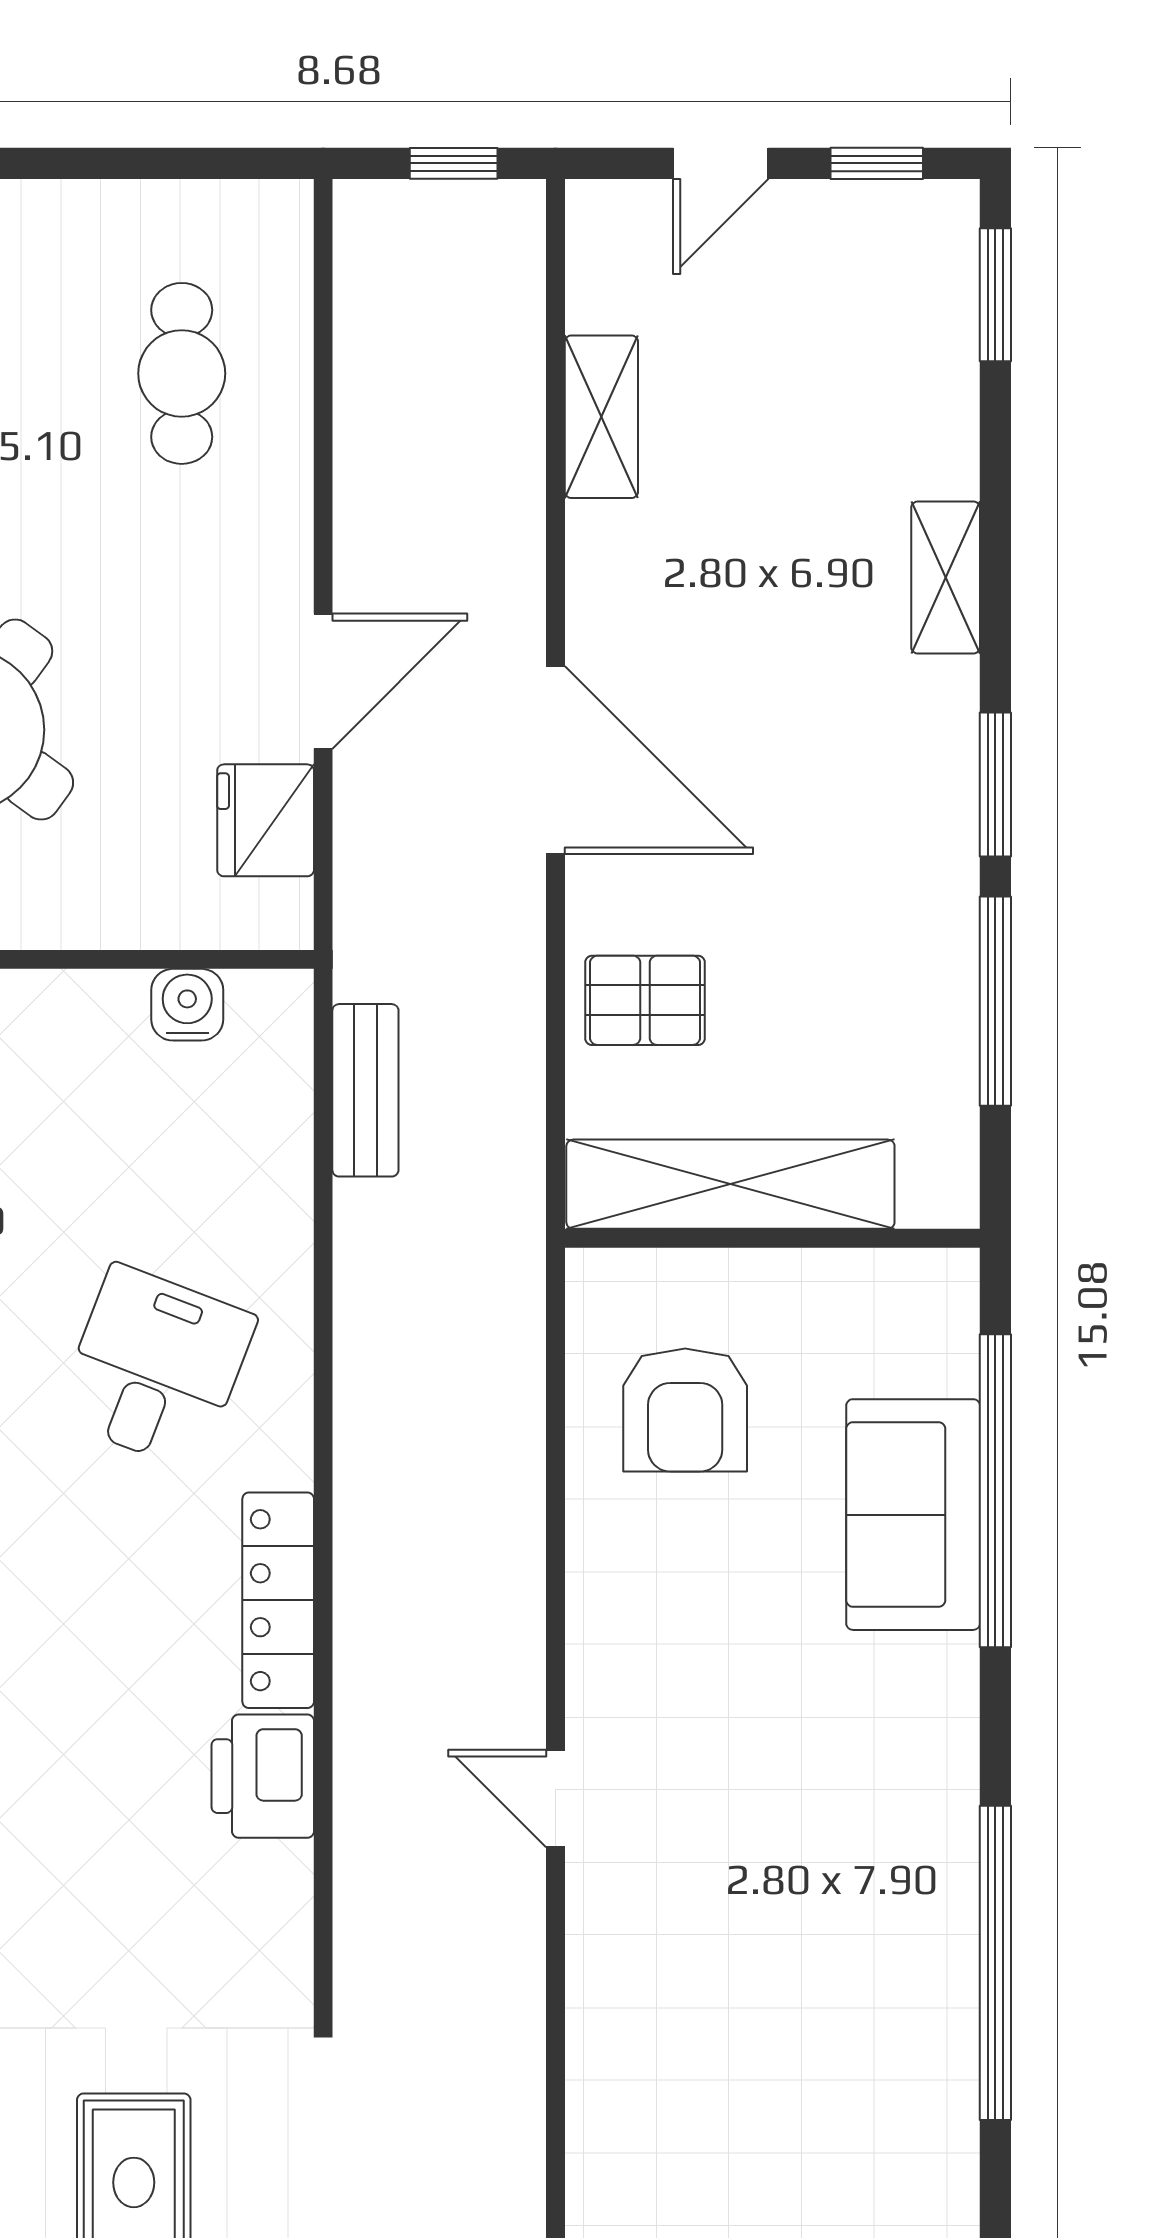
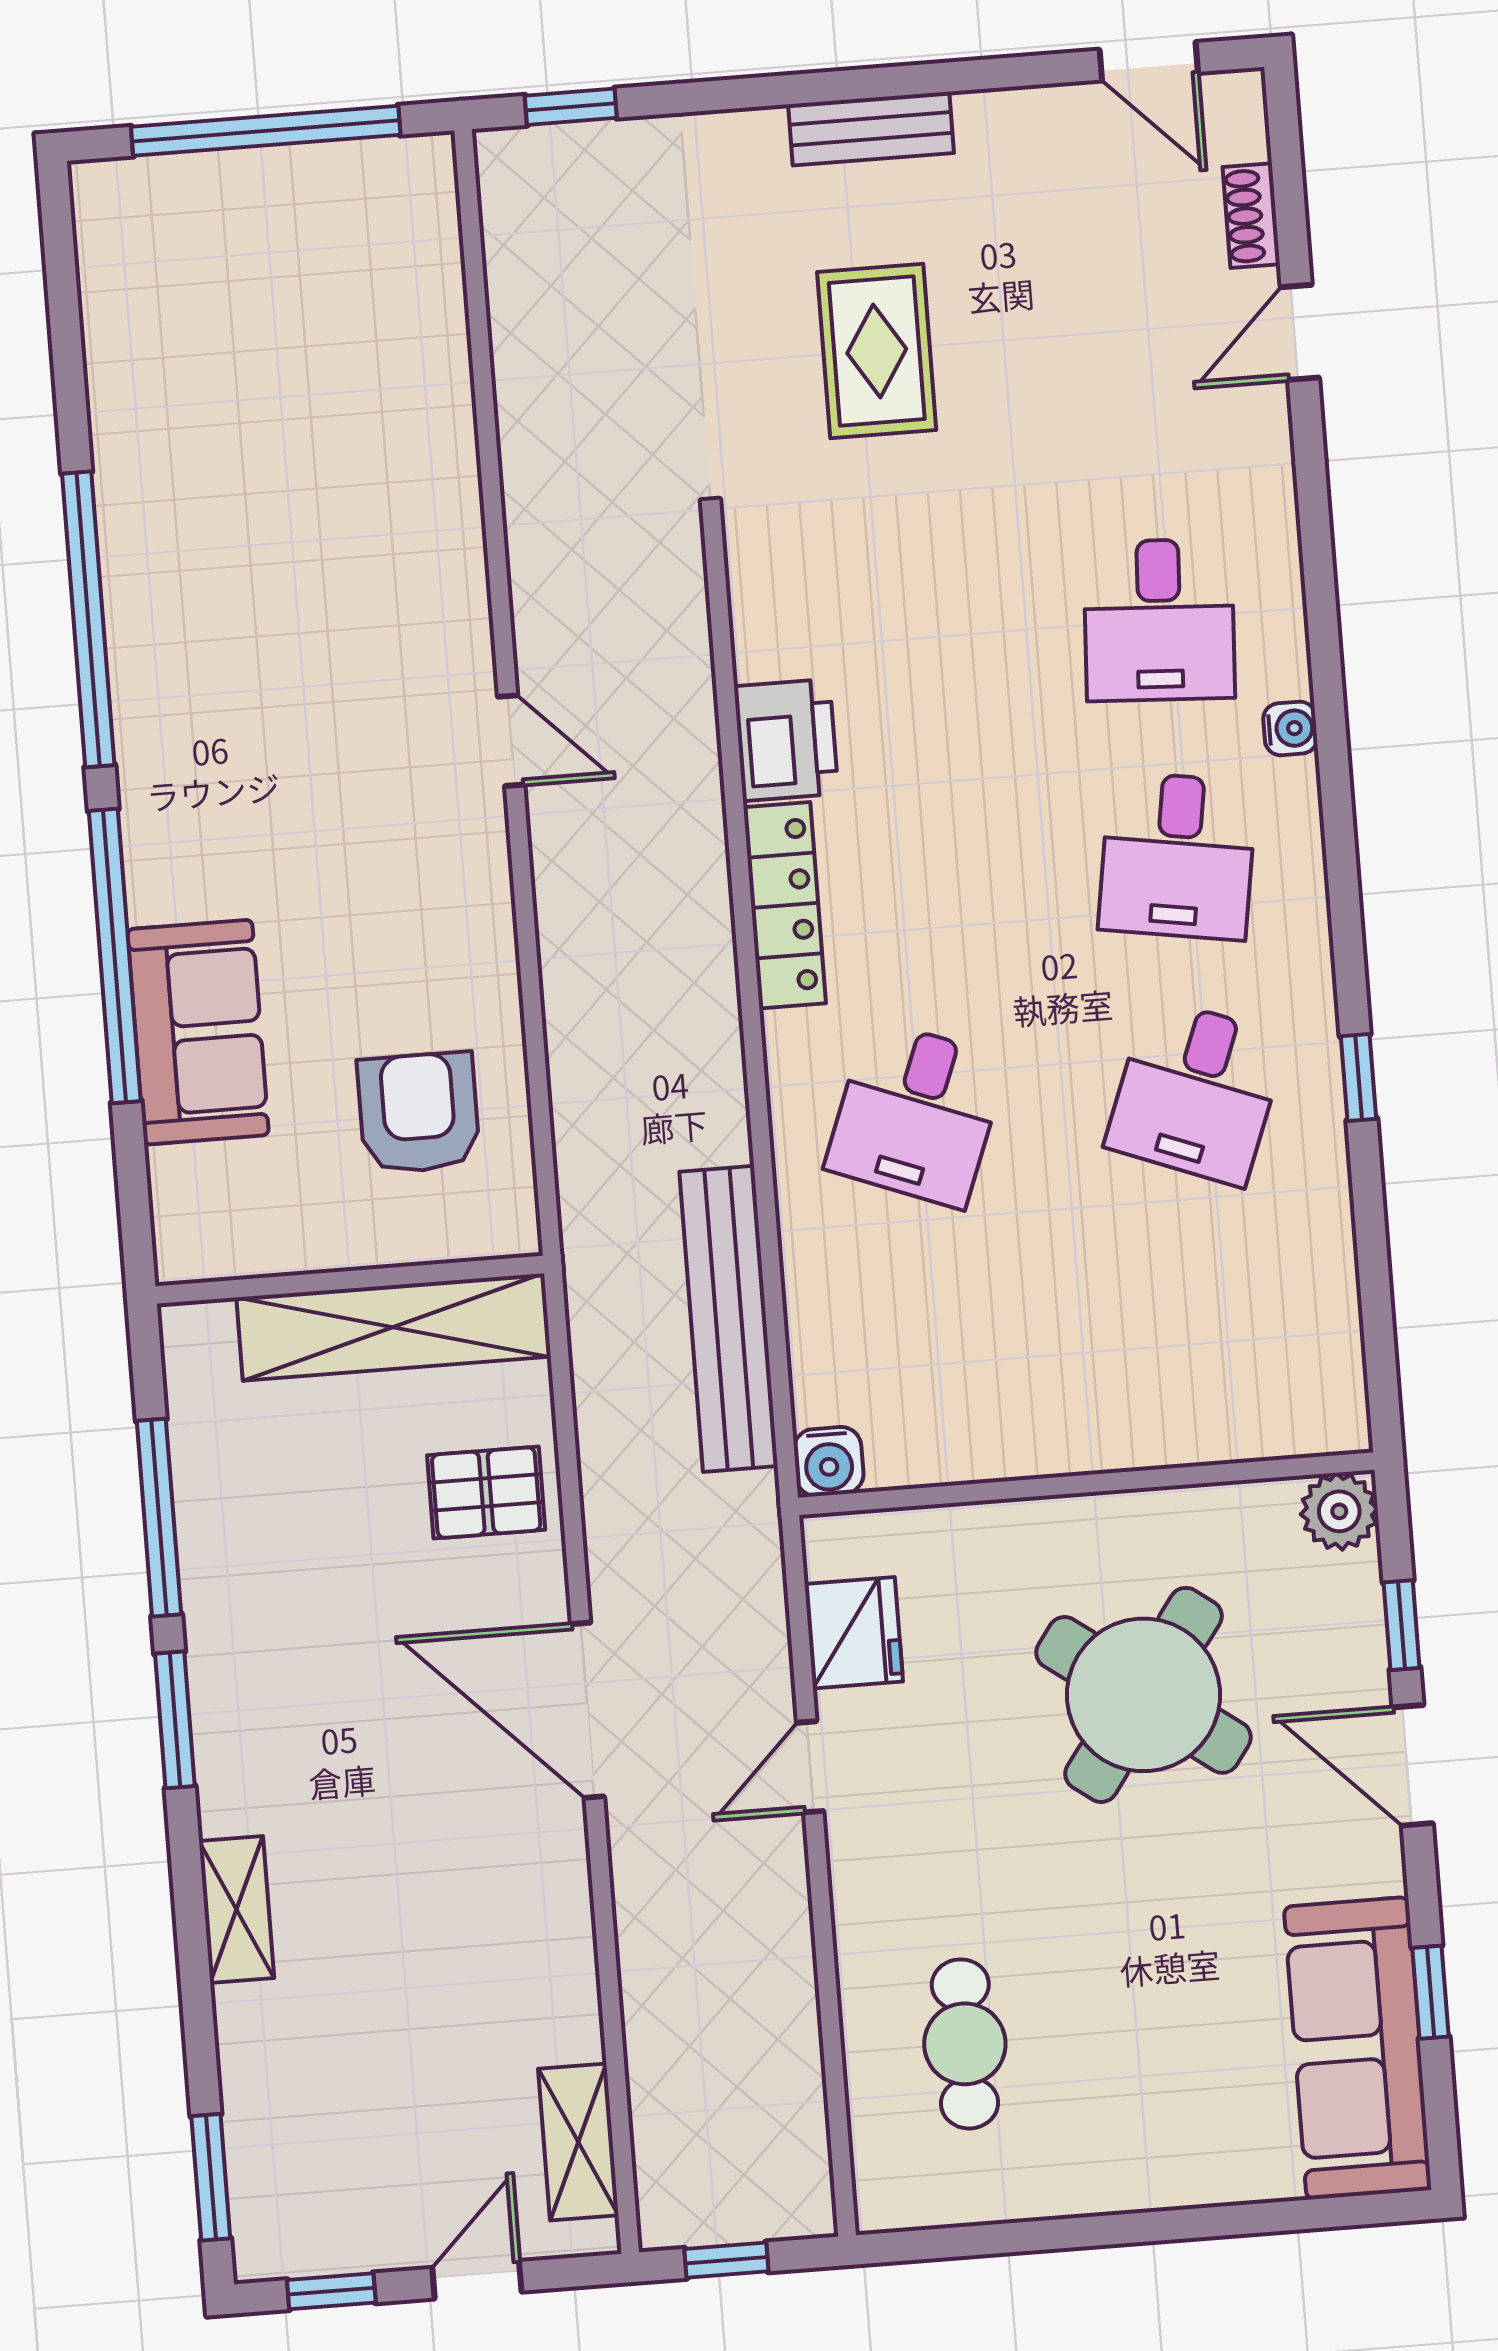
shelving: (601, 417) -> (578, 2142), moved
door: (323, 681) -> (810, 1767), width x0.73
water cooler: (187, 1005) -> (829, 1462), moved
bench: (365, 1090) -> (729, 1319), width x1.86, depth x1.21
window: (995, 1491) -> (115, 956), moved

